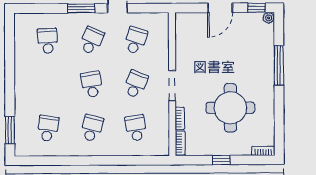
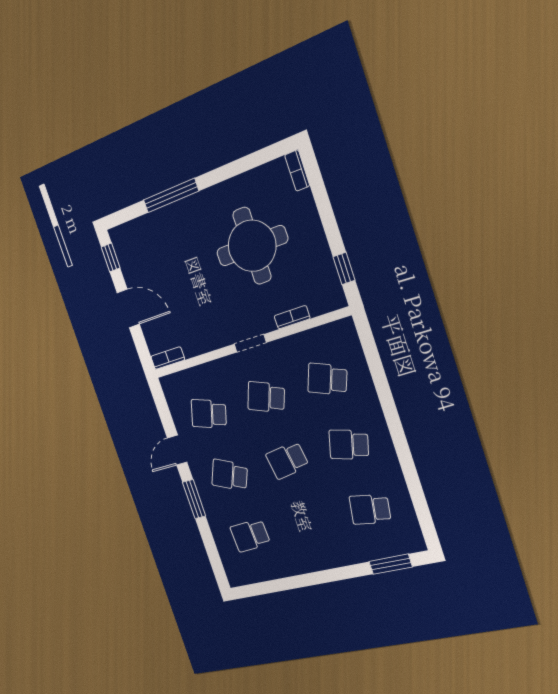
plant: (269, 18) -> (117, 235), removed
doorway: (172, 86) -> (250, 343), width x0.73
school desk: (136, 128) -> (327, 379), turned 30
bookcase: (180, 143) -> (168, 358), moved
window: (221, 160) -> (344, 268), moved

